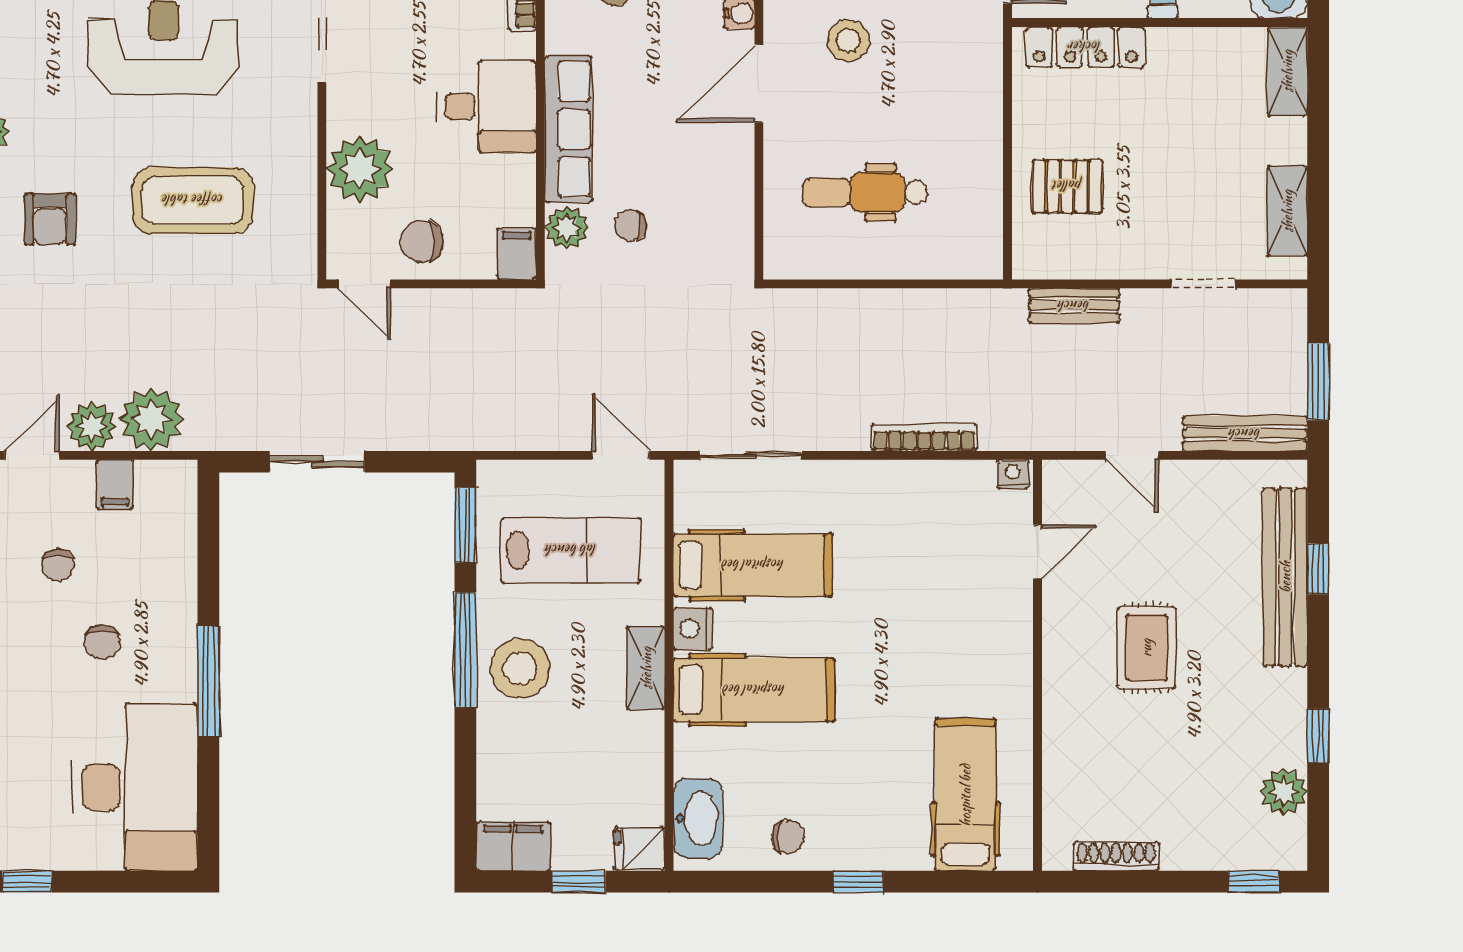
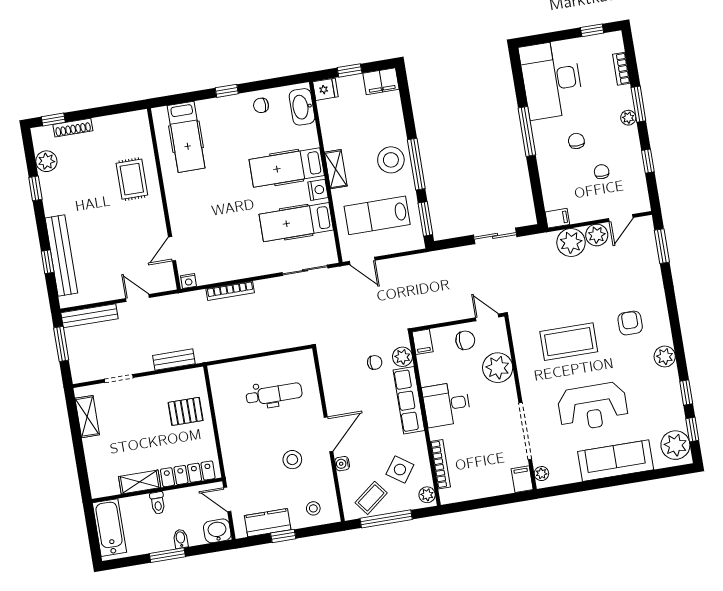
shelving: (1287, 71) -> (140, 482), moved, turned 90
filing cabinet: (115, 484) -> (557, 218), moved, turned 90
rug: (1146, 648) -> (132, 179), moved
shoe rack: (1116, 856) -> (73, 128), moved

